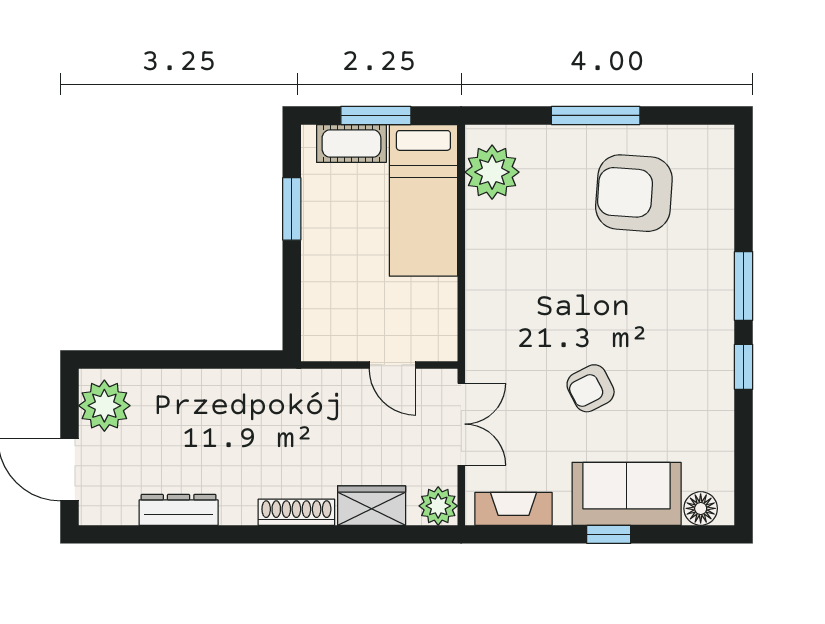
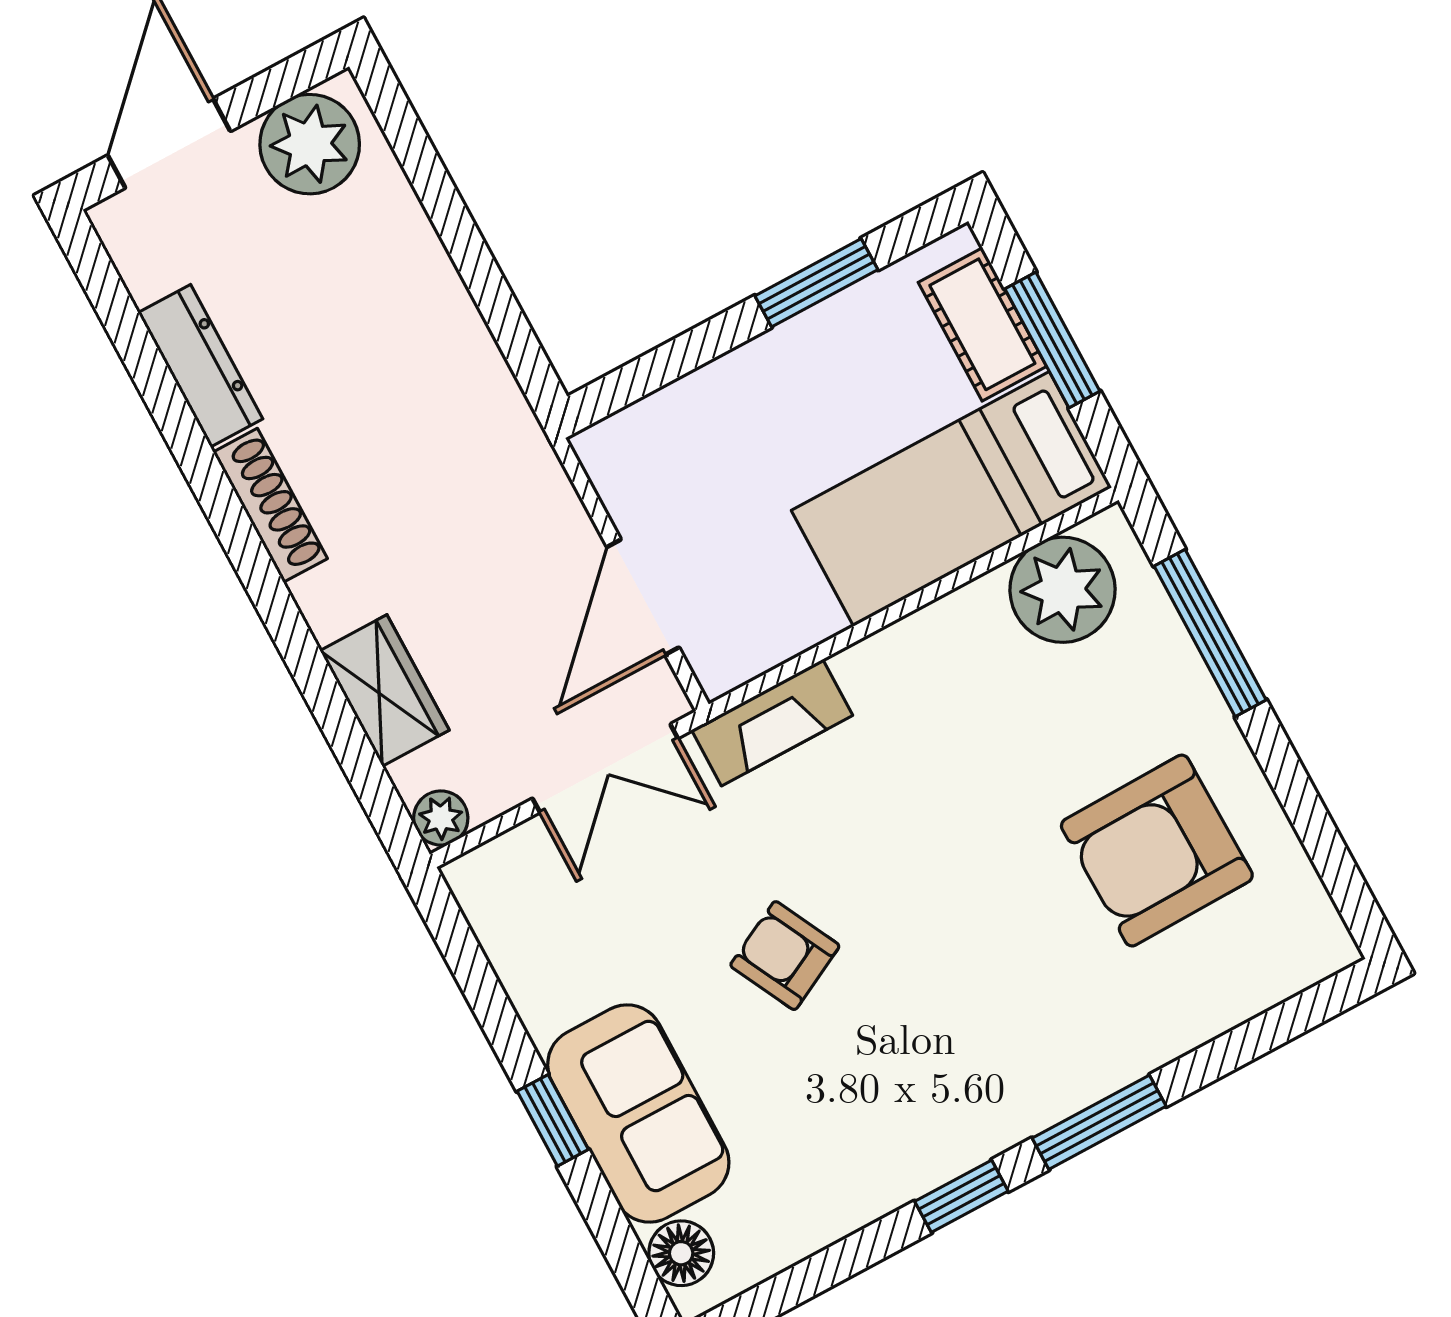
window: (596, 115) -> (1210, 633), moved
armchair: (634, 193) -> (1157, 851), turned -95
door: (393, 365) -> (643, 597), width x1.38
plant: (438, 506) -> (441, 818), width x0.73, depth x0.73
fireplace: (514, 509) -> (772, 723), moved, turned 90
shoe rack: (296, 512) -> (270, 505), moved

